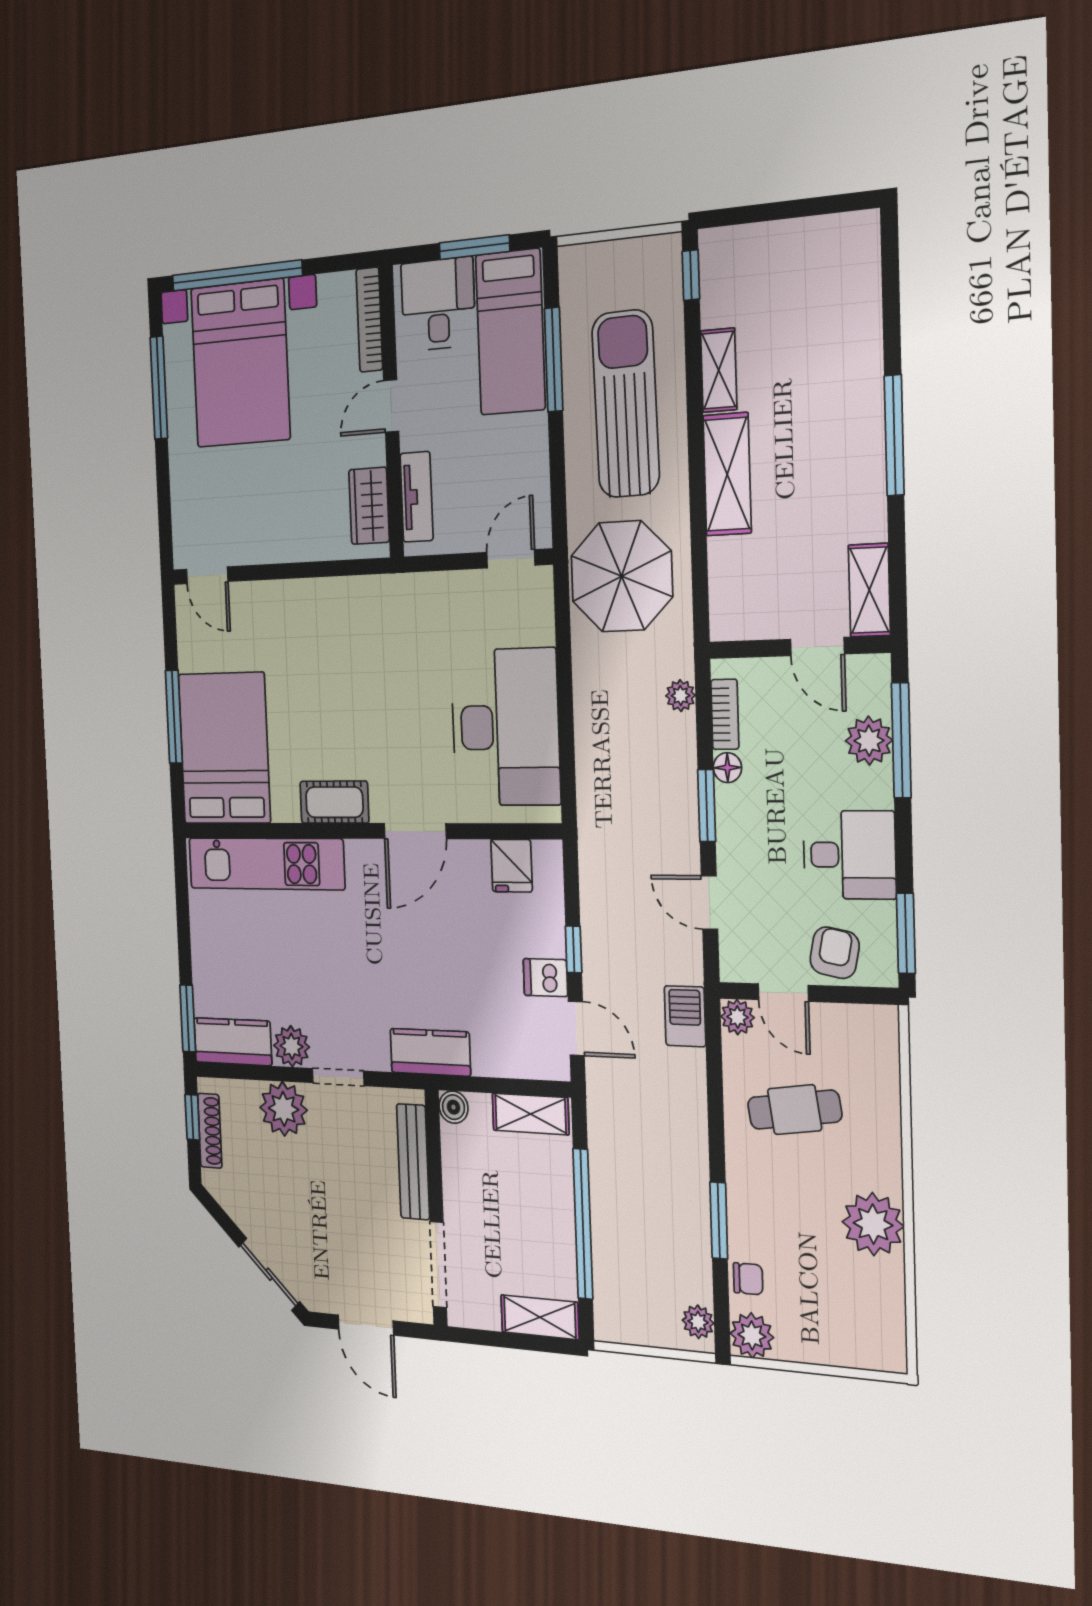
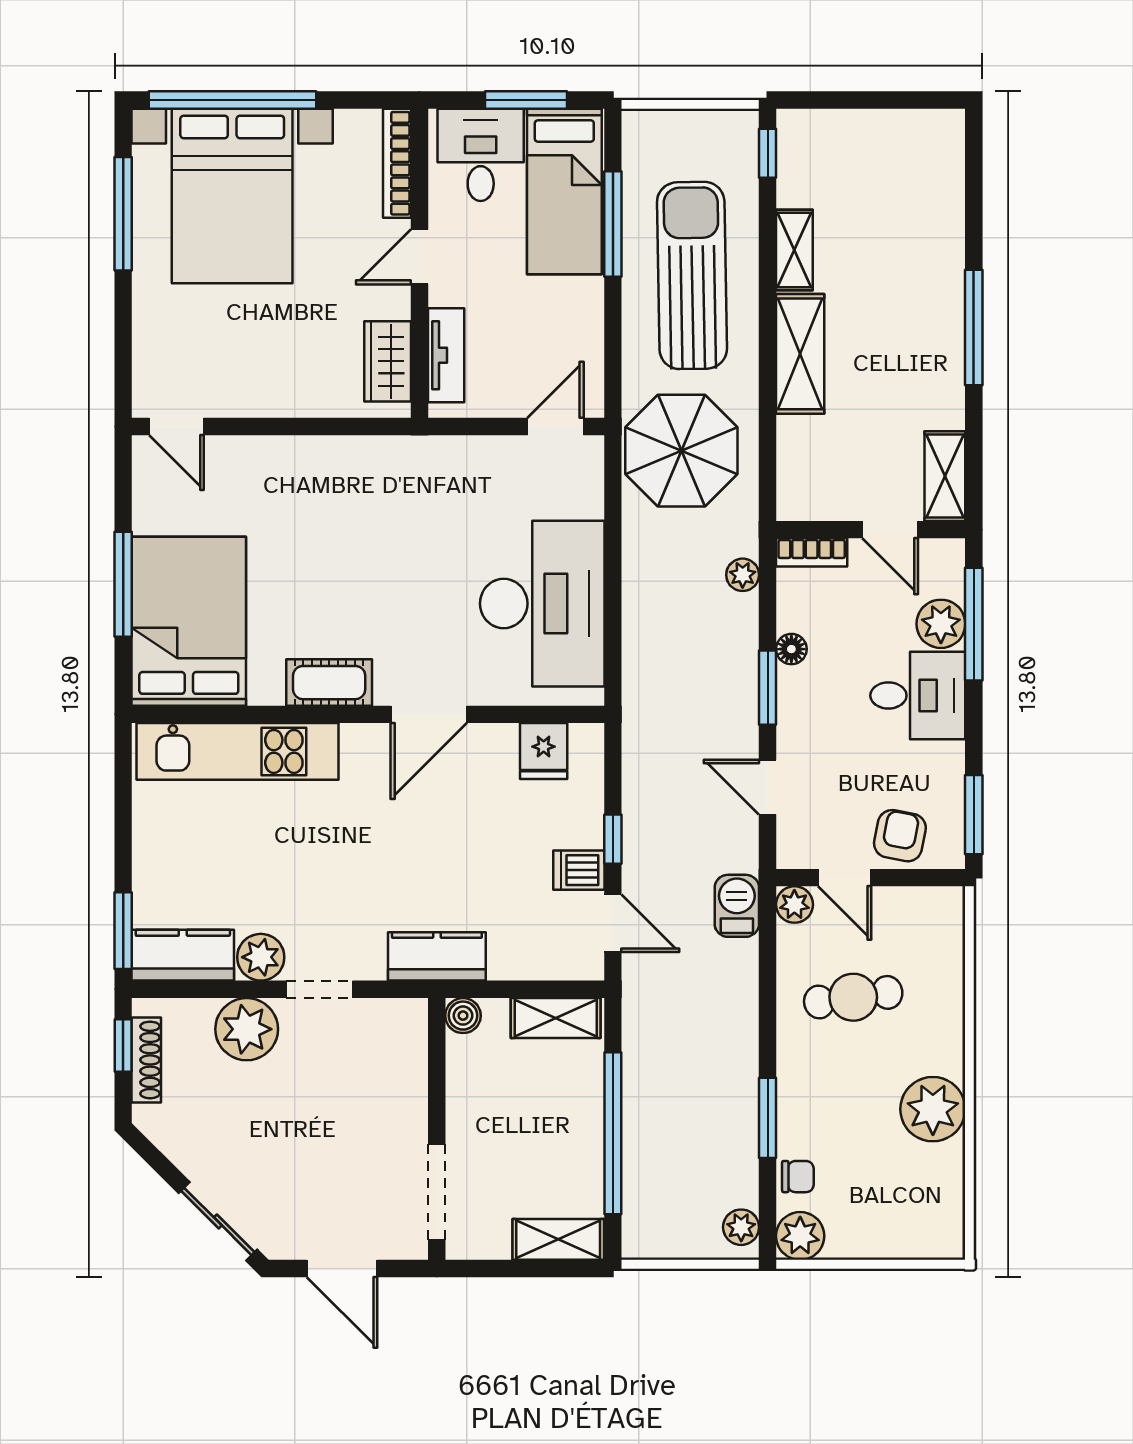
bookcase: (725, 714) -> (812, 552), moved, turned 90
desk: (849, 855) -> (918, 695), moved
bench: (413, 1162) -> (410, 1079), removed

